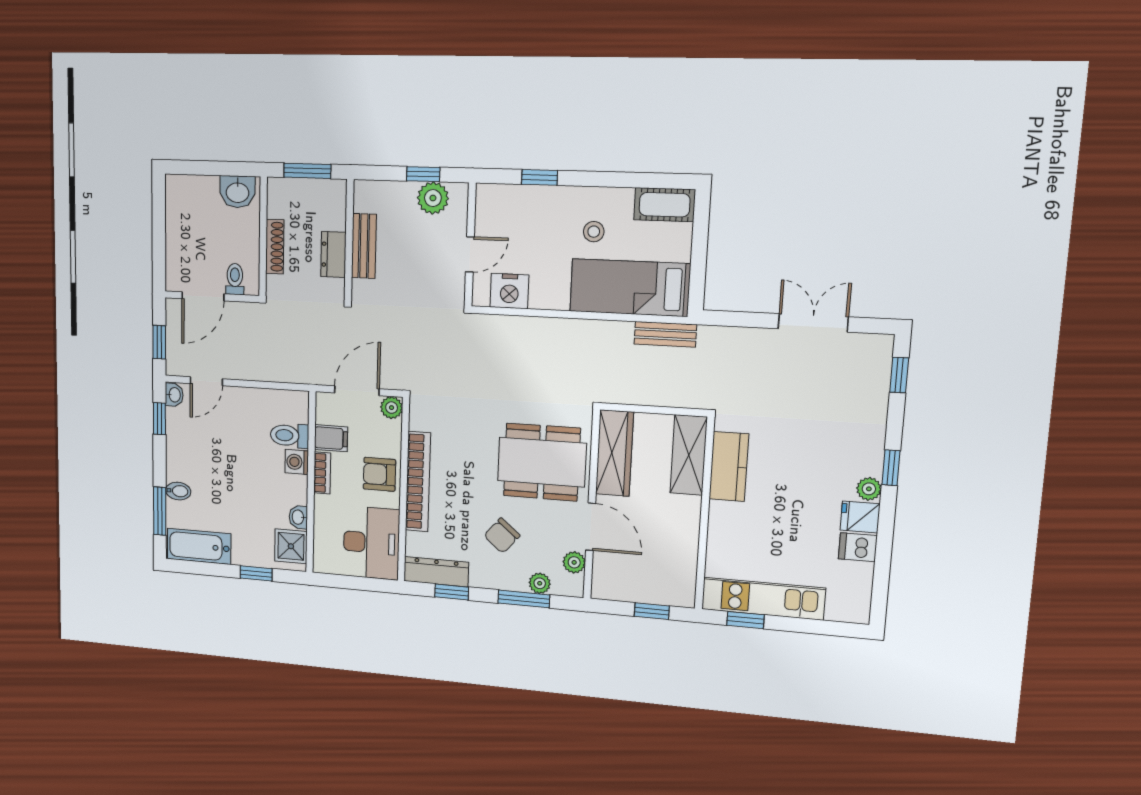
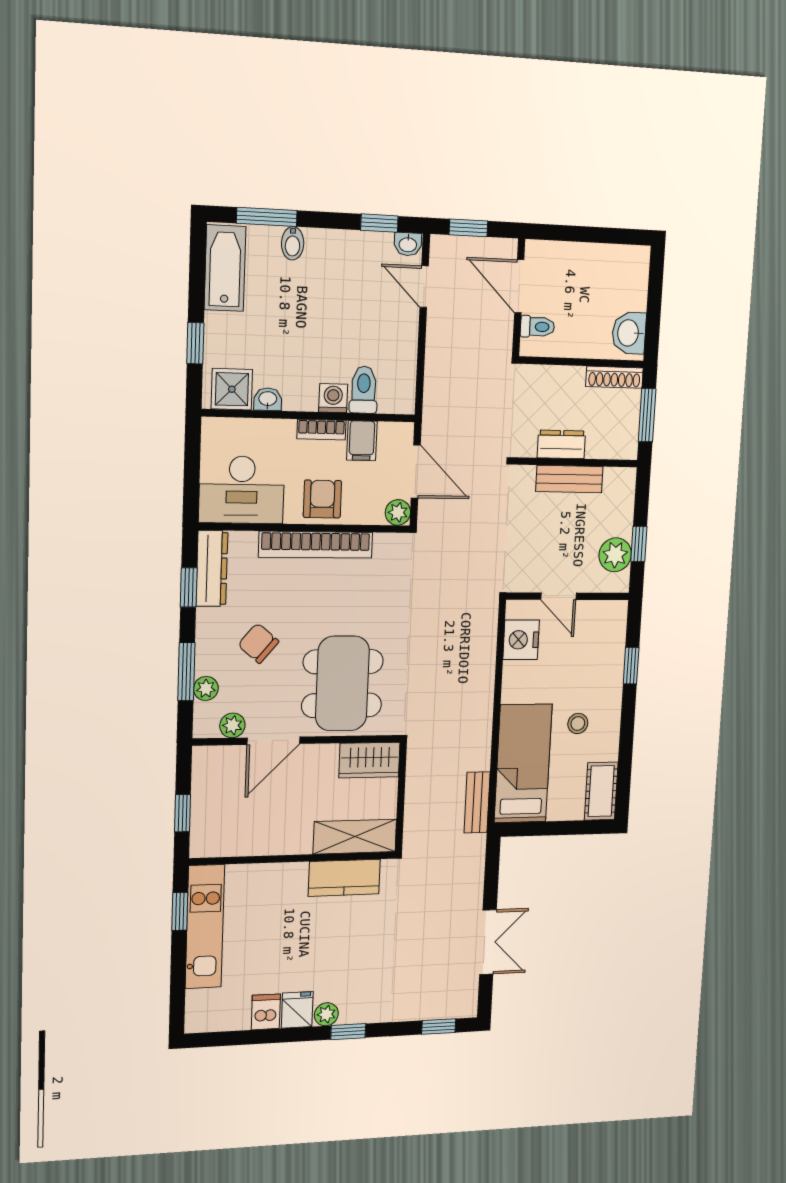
shoe rack: (275, 247) -> (614, 377), moved
wardrobe: (614, 453) -> (369, 760), width x0.67

